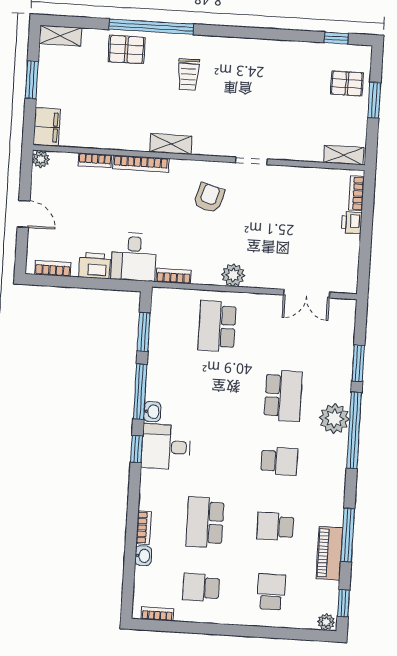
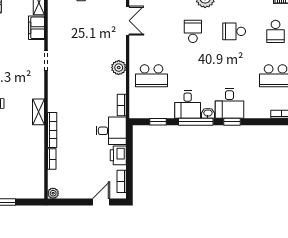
filing cabinet: (47, 127) -> (37, 28), moved, turned -90
armchair: (209, 198) -> (71, 86), removed
door: (24, 214) -> (101, 202), moved
window: (144, 332) -> (158, 122), width x0.67
desk: (168, 380) -> (188, 105), added
school desk: (283, 396) -> (193, 31), width x0.54
school desk: (279, 461) -> (234, 31), turned -90

